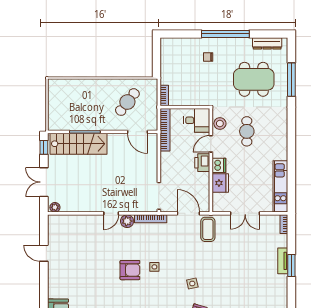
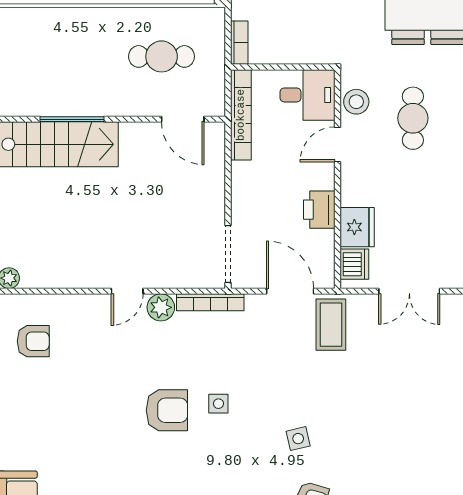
cafe table: (127, 102) -> (162, 56), turned 52
printer: (202, 163) -> (319, 210), moved
dishwasher: (219, 165) -> (354, 264), moved
armchair: (66, 237) -> (33, 341), added

